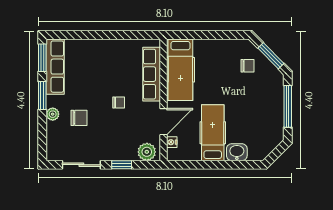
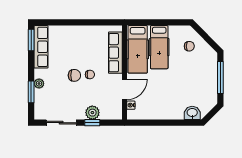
window: (271, 56) -> (207, 39), removed
window: (42, 95) -> (31, 92), moved
chair: (79, 118) -> (74, 75), moved
hospital bed: (213, 133) -> (159, 47), moved, turned 180
plant: (147, 152) -> (92, 113), moved
washbasin: (237, 152) -> (192, 113), moved

